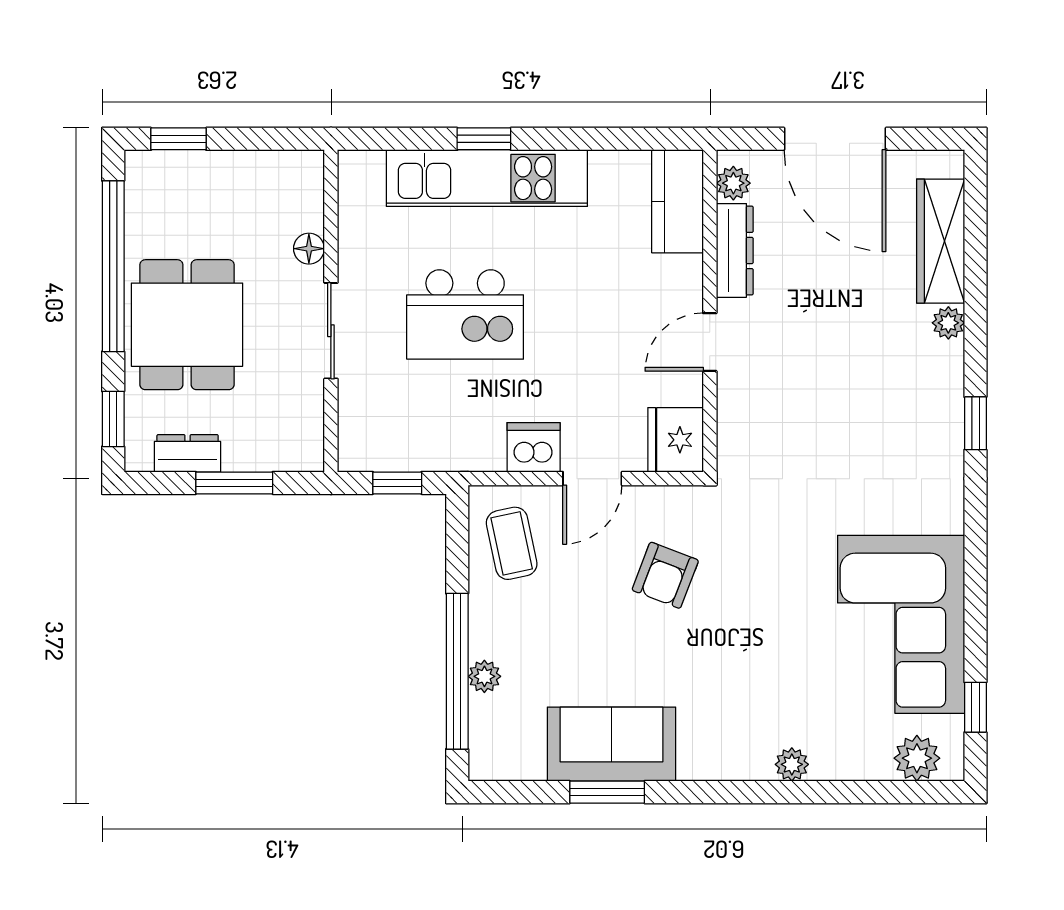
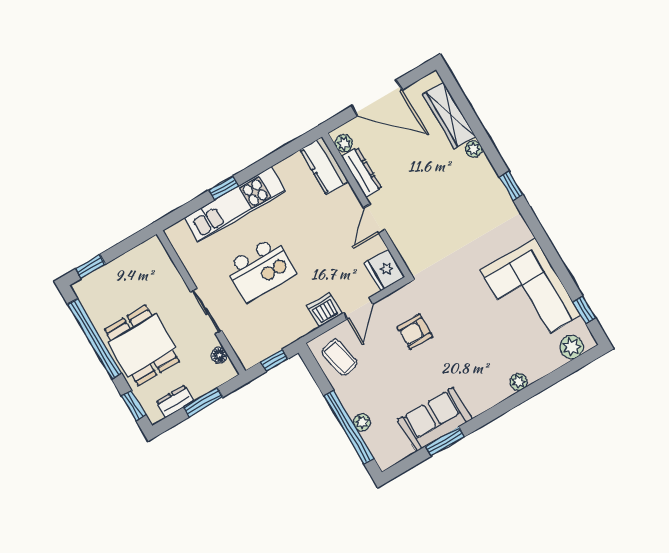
floor lamp: (309, 249) -> (219, 355), moved
armchair: (665, 575) -> (415, 332), turned 69

